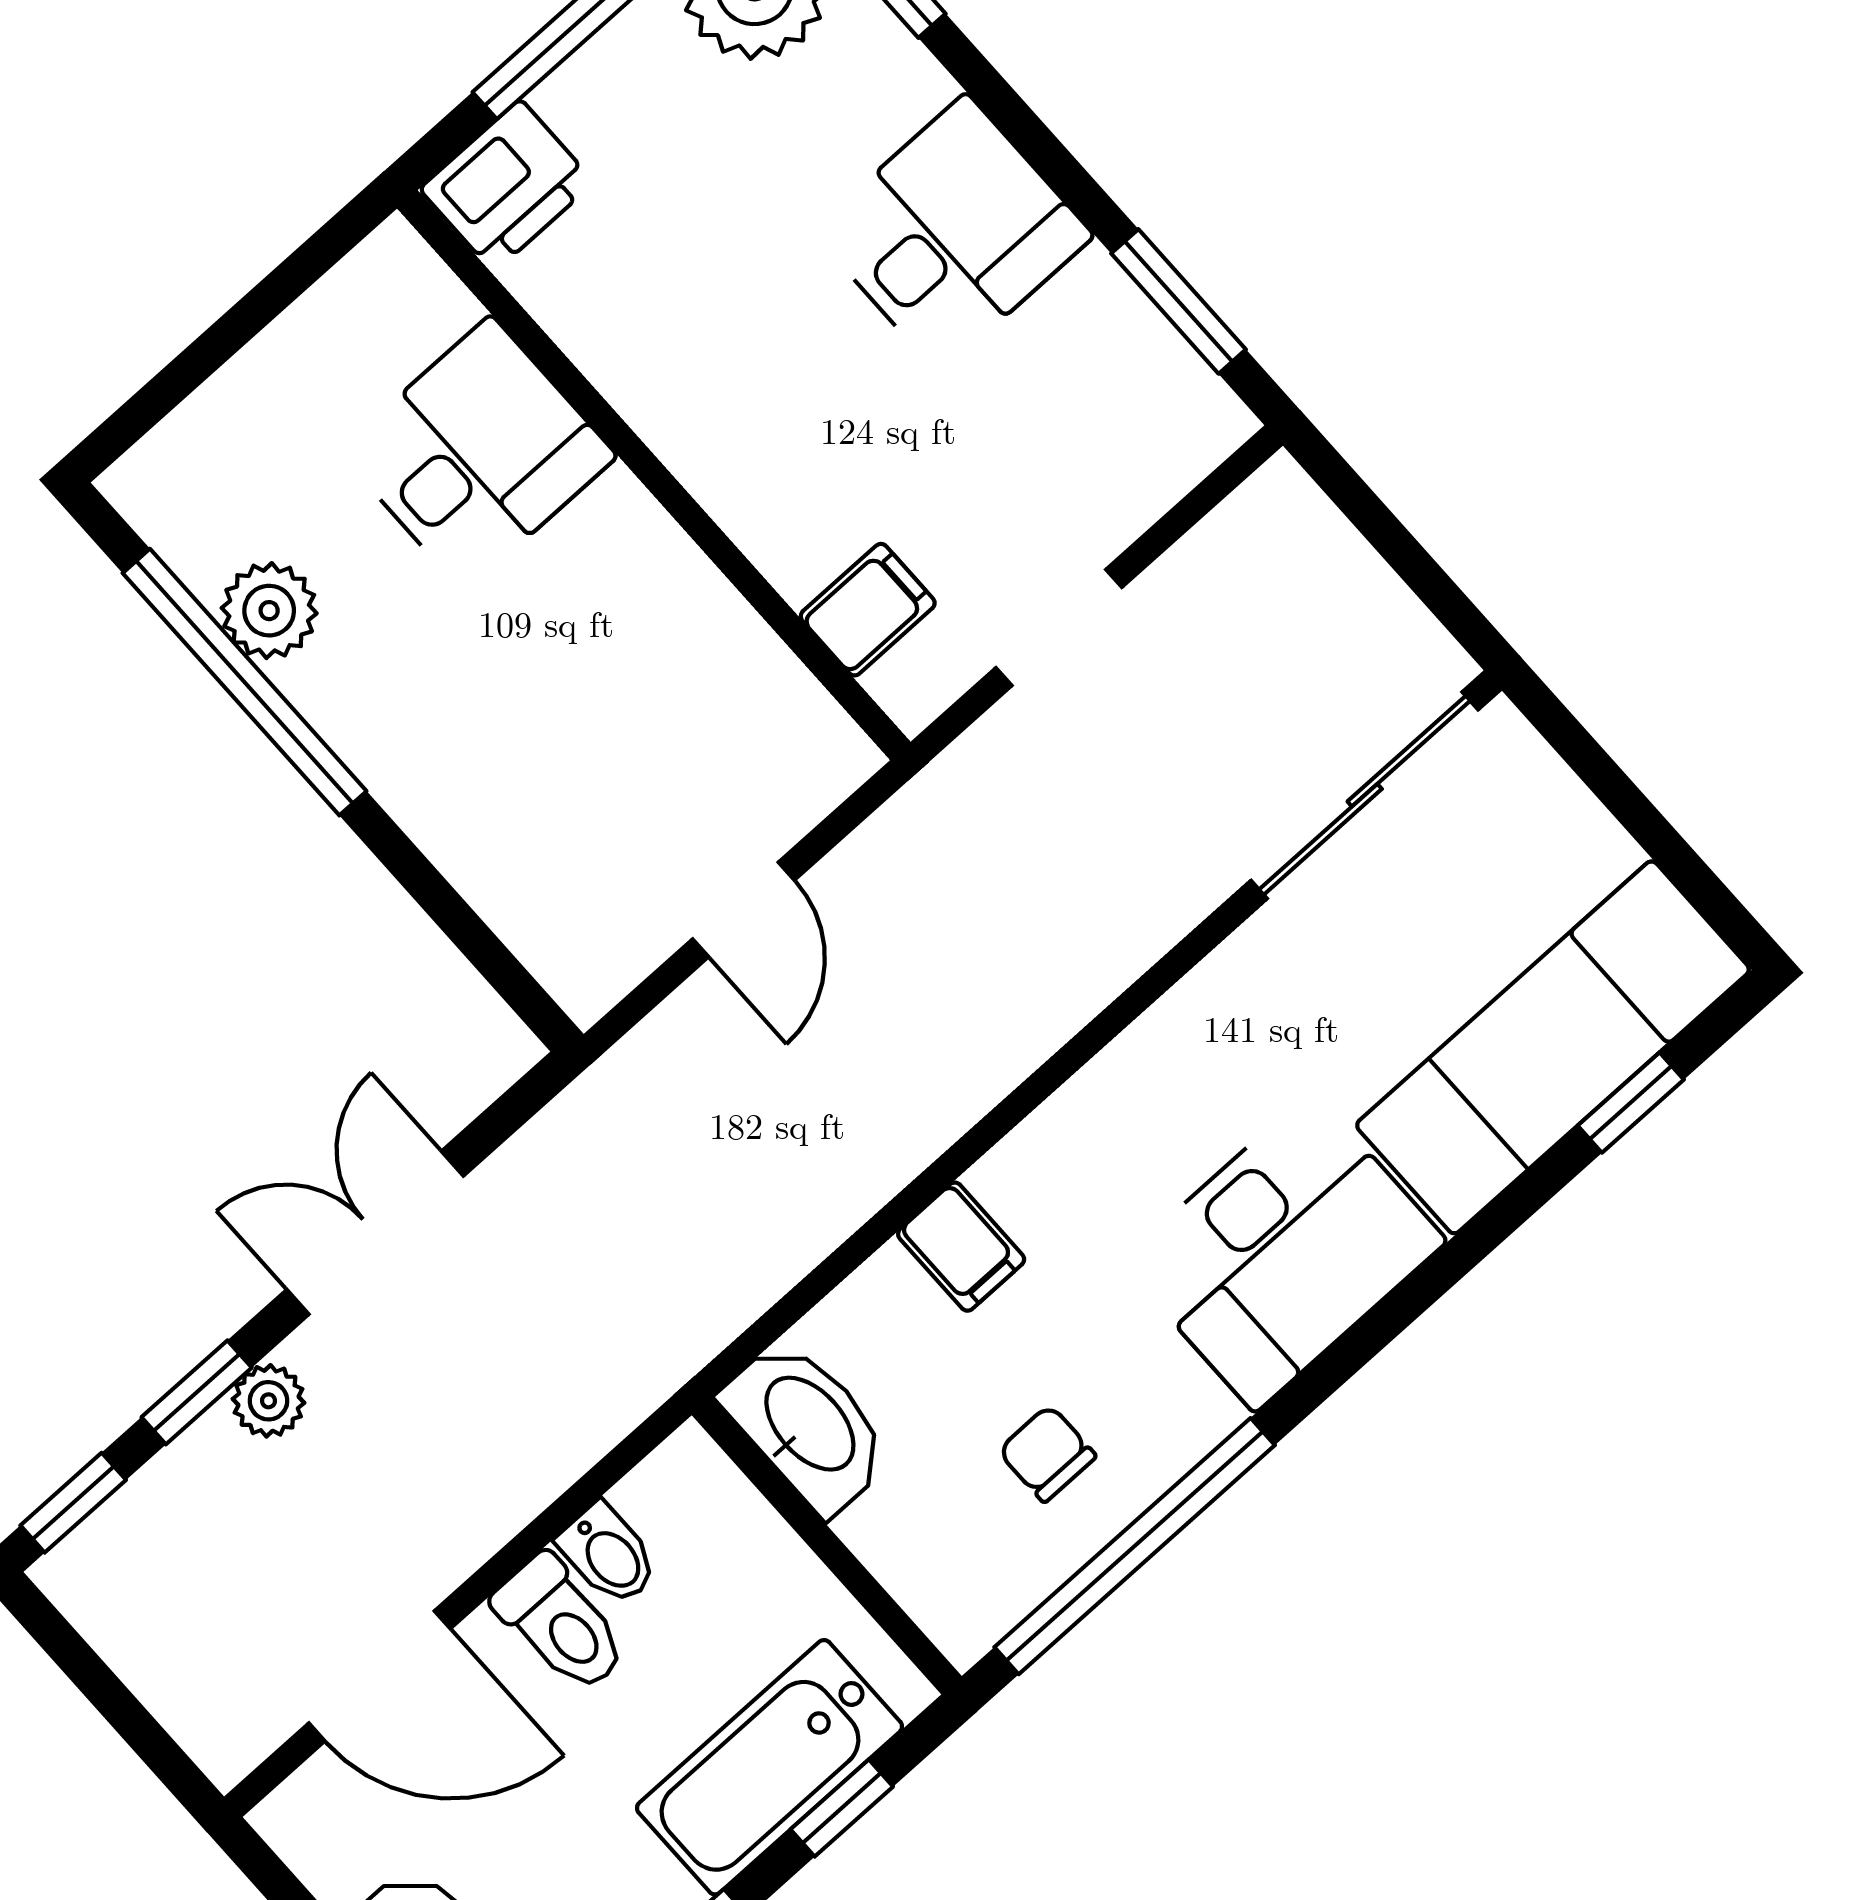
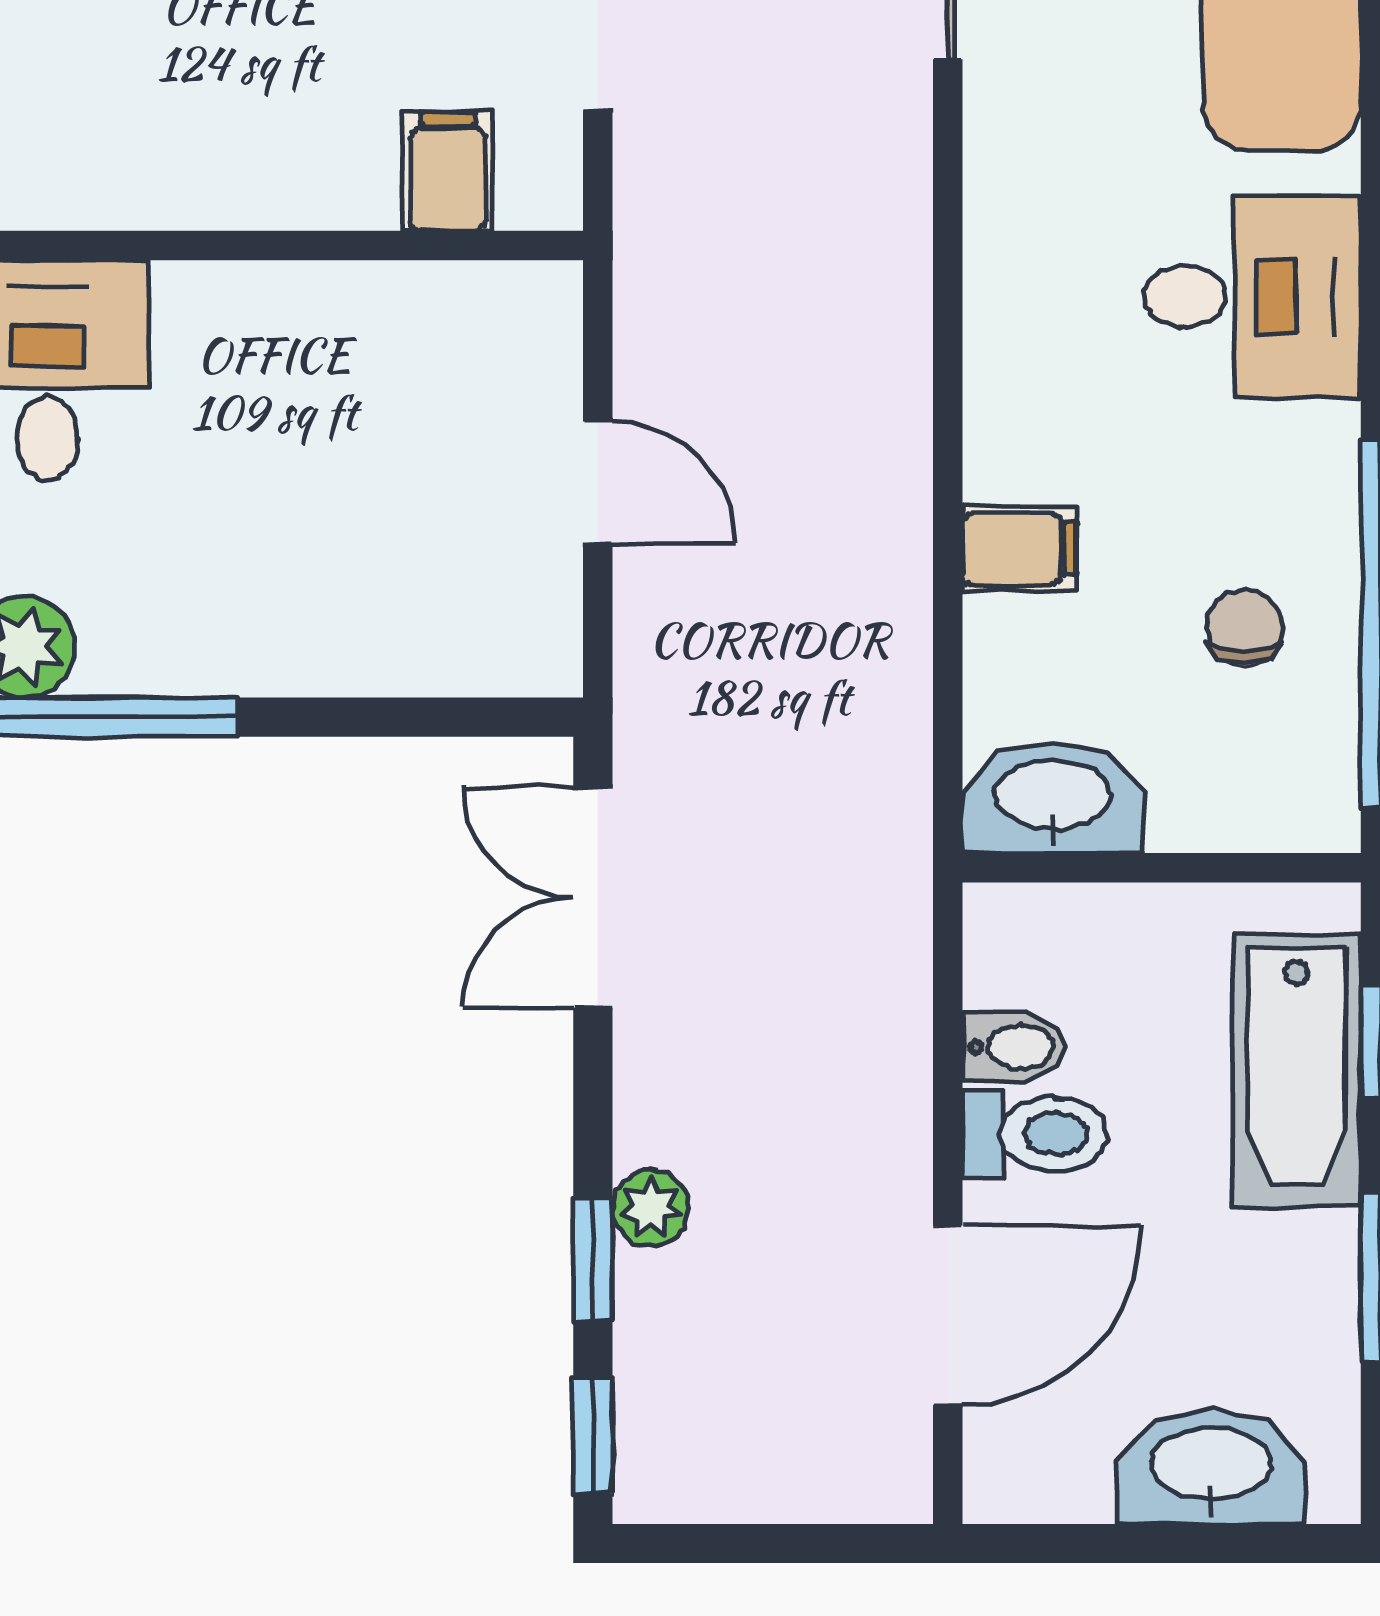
double door: (375, 1233) -> (593, 897), moved
desk: (1284, 1252) -> (1252, 297), width x0.73
chair: (1047, 1454) -> (1245, 628), turned 90

